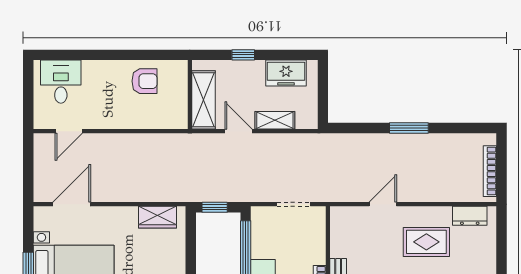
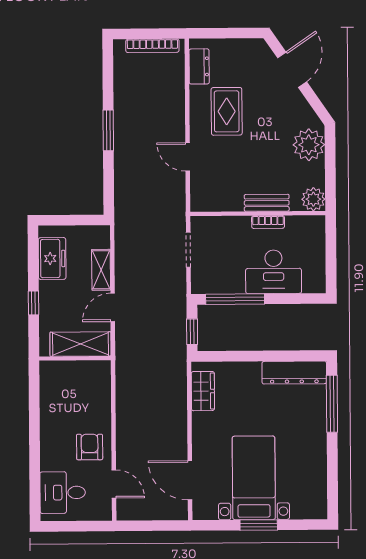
armchair: (144, 81) -> (90, 447), moved

